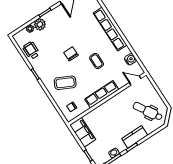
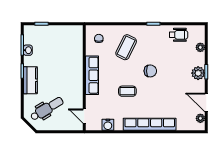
plant: (40, 24) -> (198, 73), moved
door: (135, 81) -> (84, 116), swing flipped
filing cabinet: (83, 132) -> (67, 33), removed

